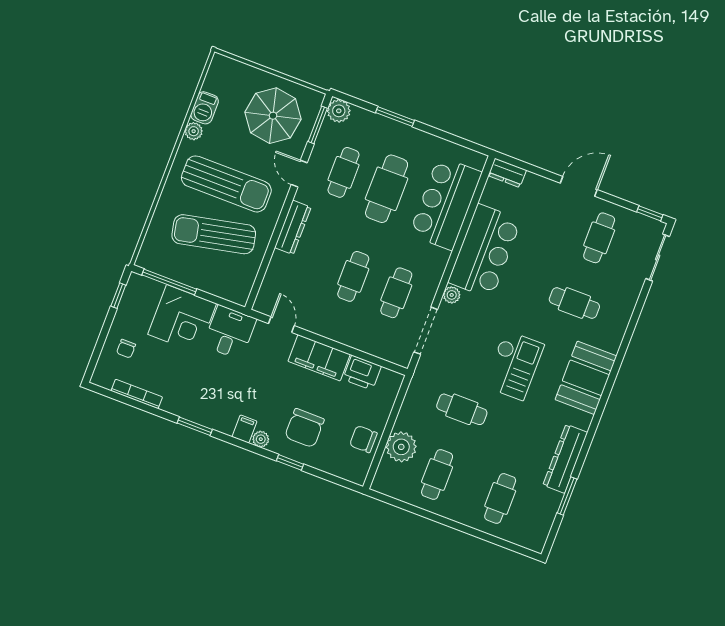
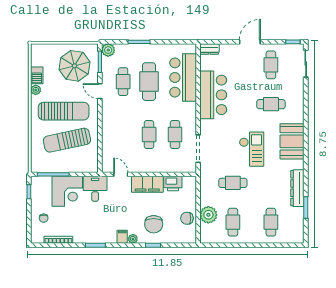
dresser: (293, 227) -> (107, 121), removed
plant: (452, 295) -> (205, 125), removed

